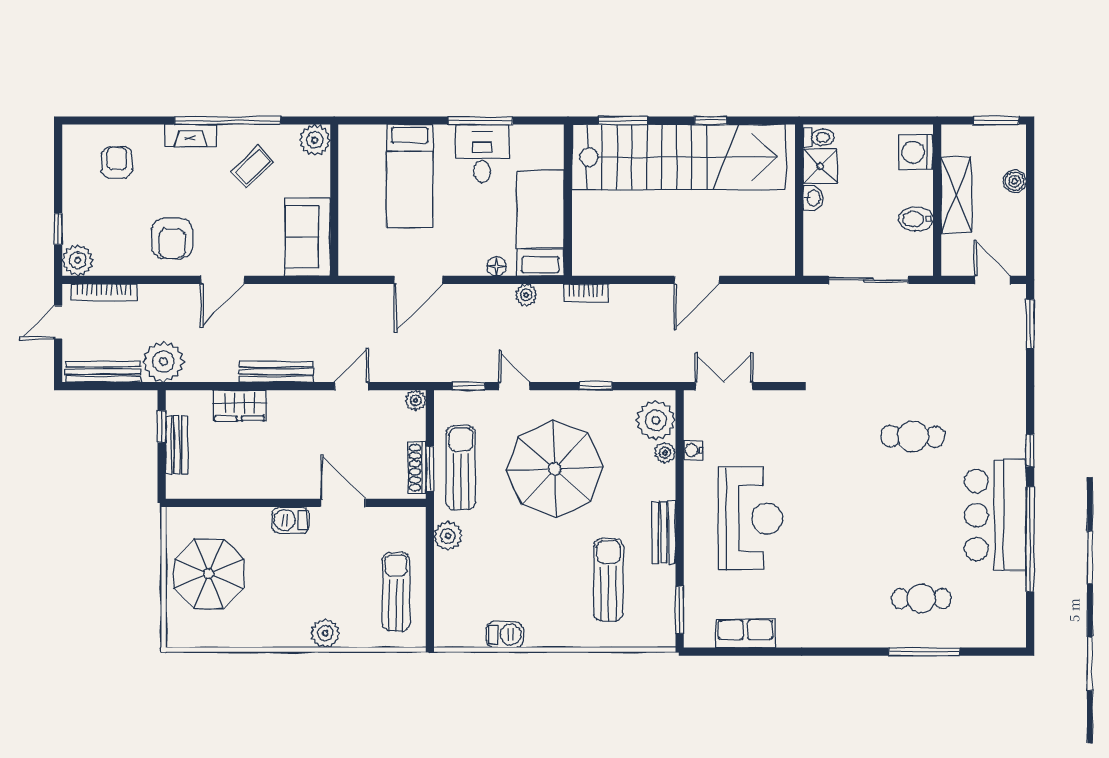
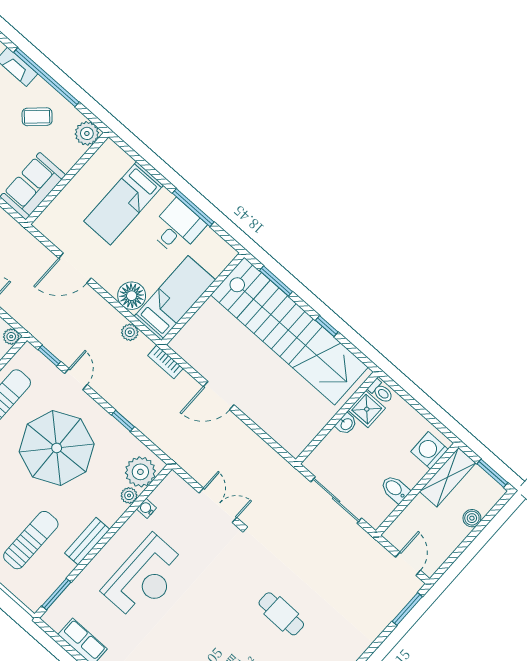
shelving: (956, 195) -> (448, 477), moved
floor lamp: (497, 266) -> (132, 296), width x1.89, depth x1.89
door: (697, 280) -> (219, 396), moved
double door: (724, 386) -> (218, 505), moved

